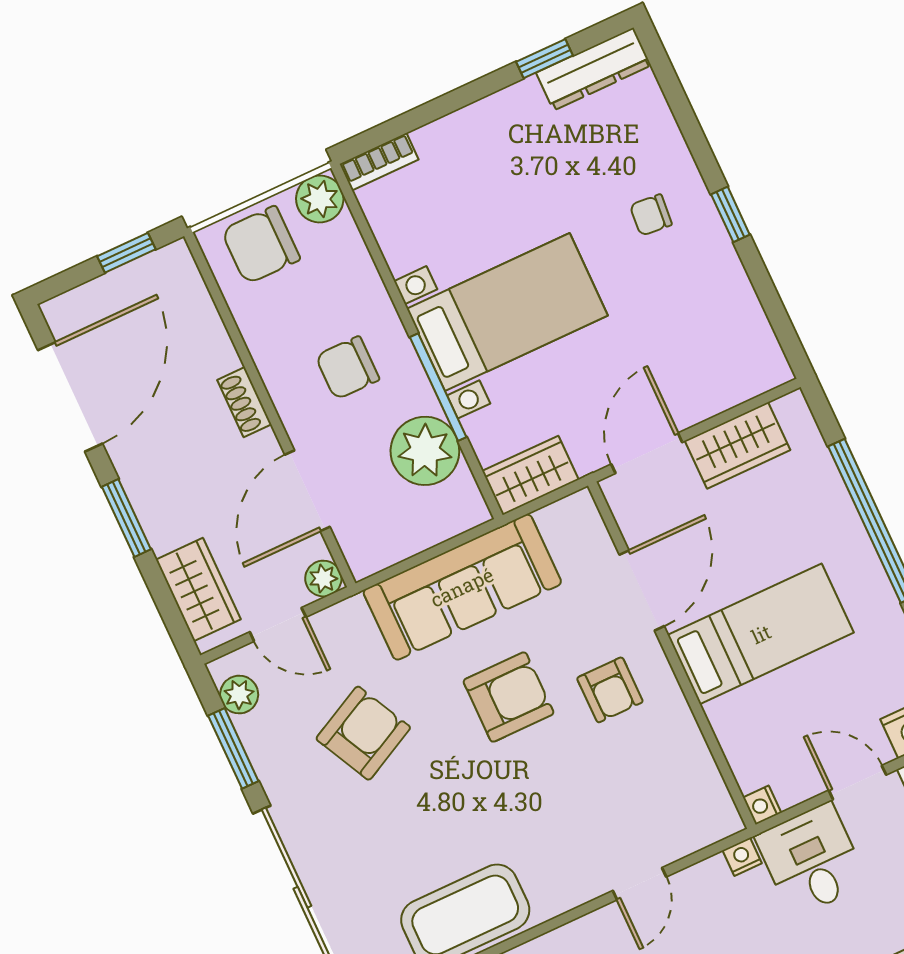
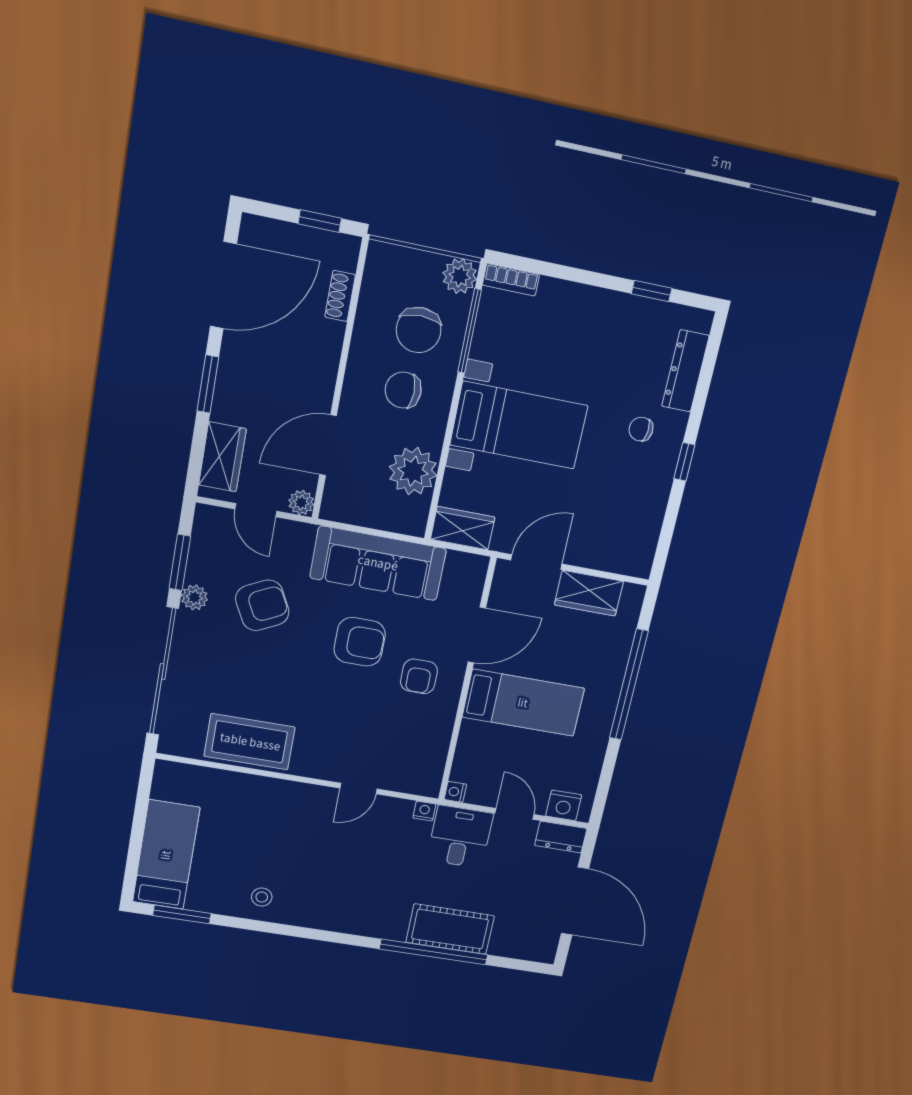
dresser: (594, 69) -> (685, 371), moved, turned 90
chair: (261, 245) -> (419, 330), moved, turned -90
window: (438, 387) -> (470, 331), moved
shoe rack: (244, 402) -> (340, 296), moved
plant: (239, 695) -> (194, 597), moved

